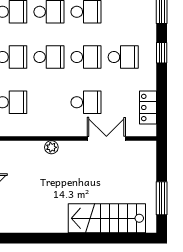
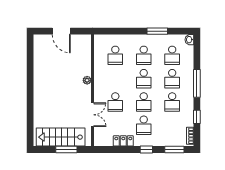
locker: (148, 108) -> (123, 141), moved
window: (162, 198) -> (66, 150), moved
stairs: (107, 218) -> (61, 137), moved, turned -90

